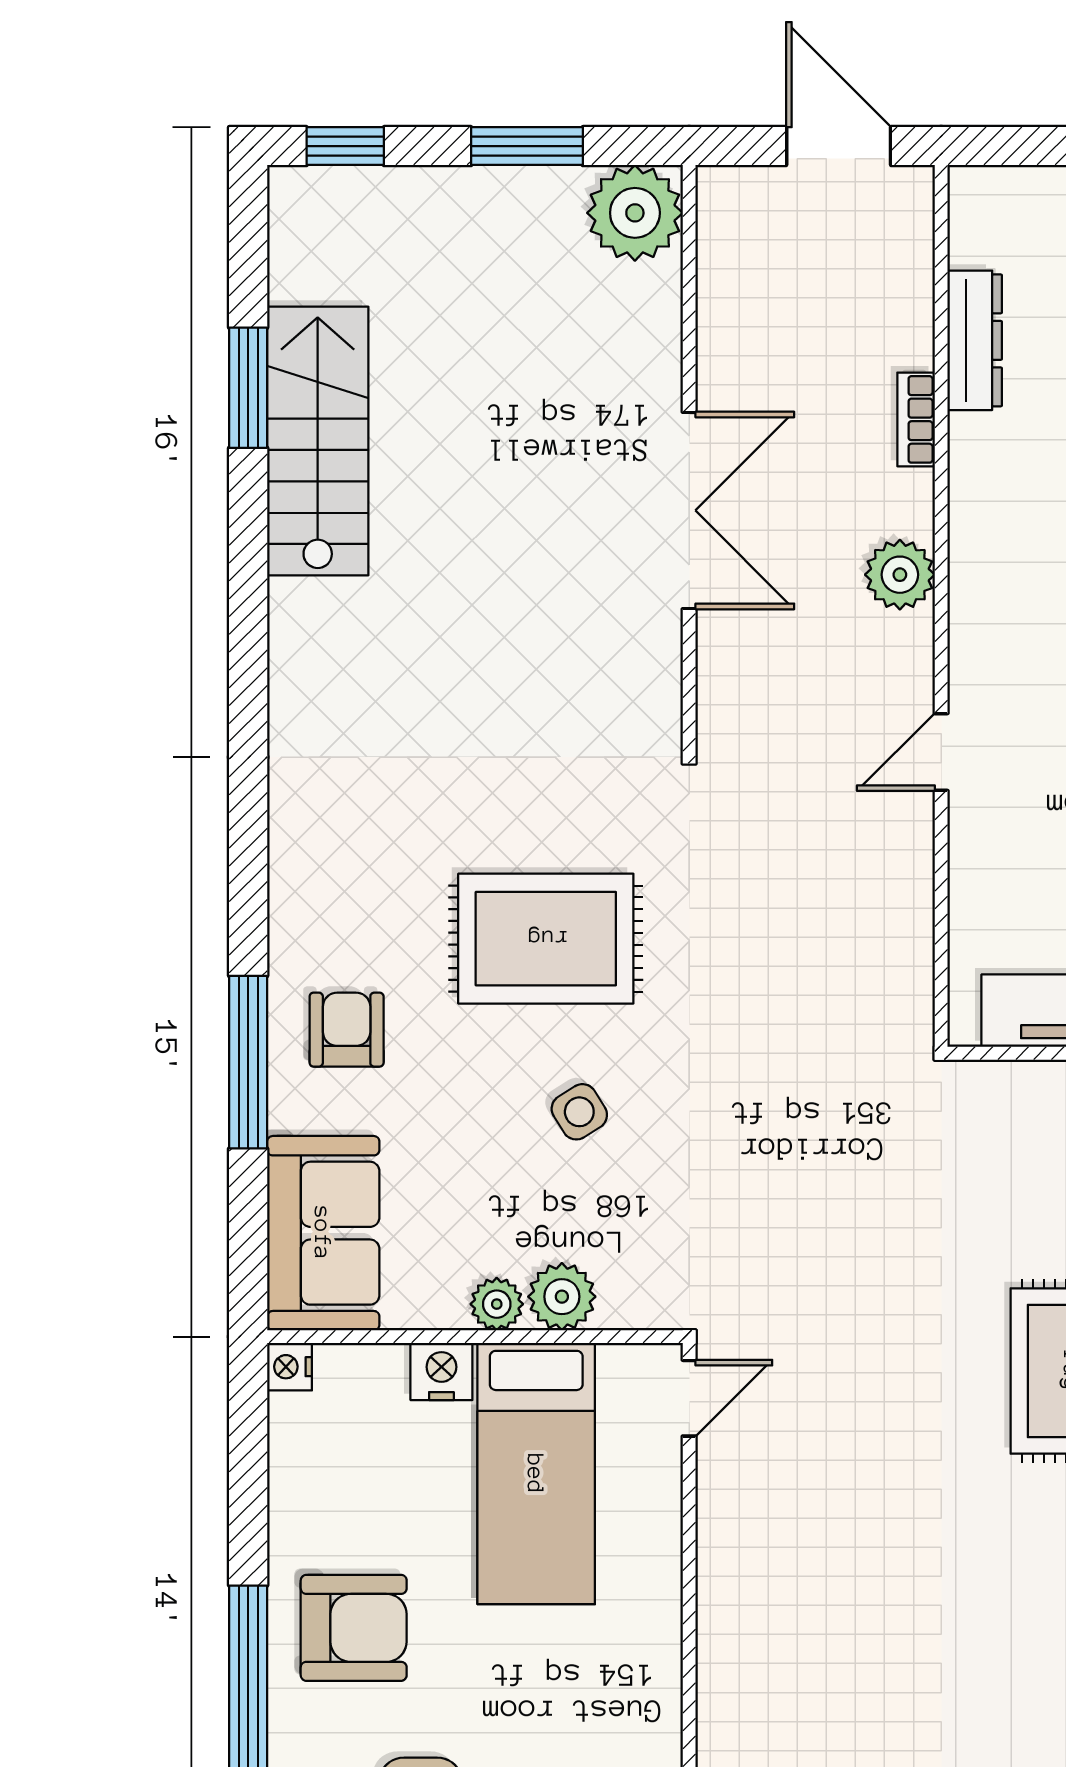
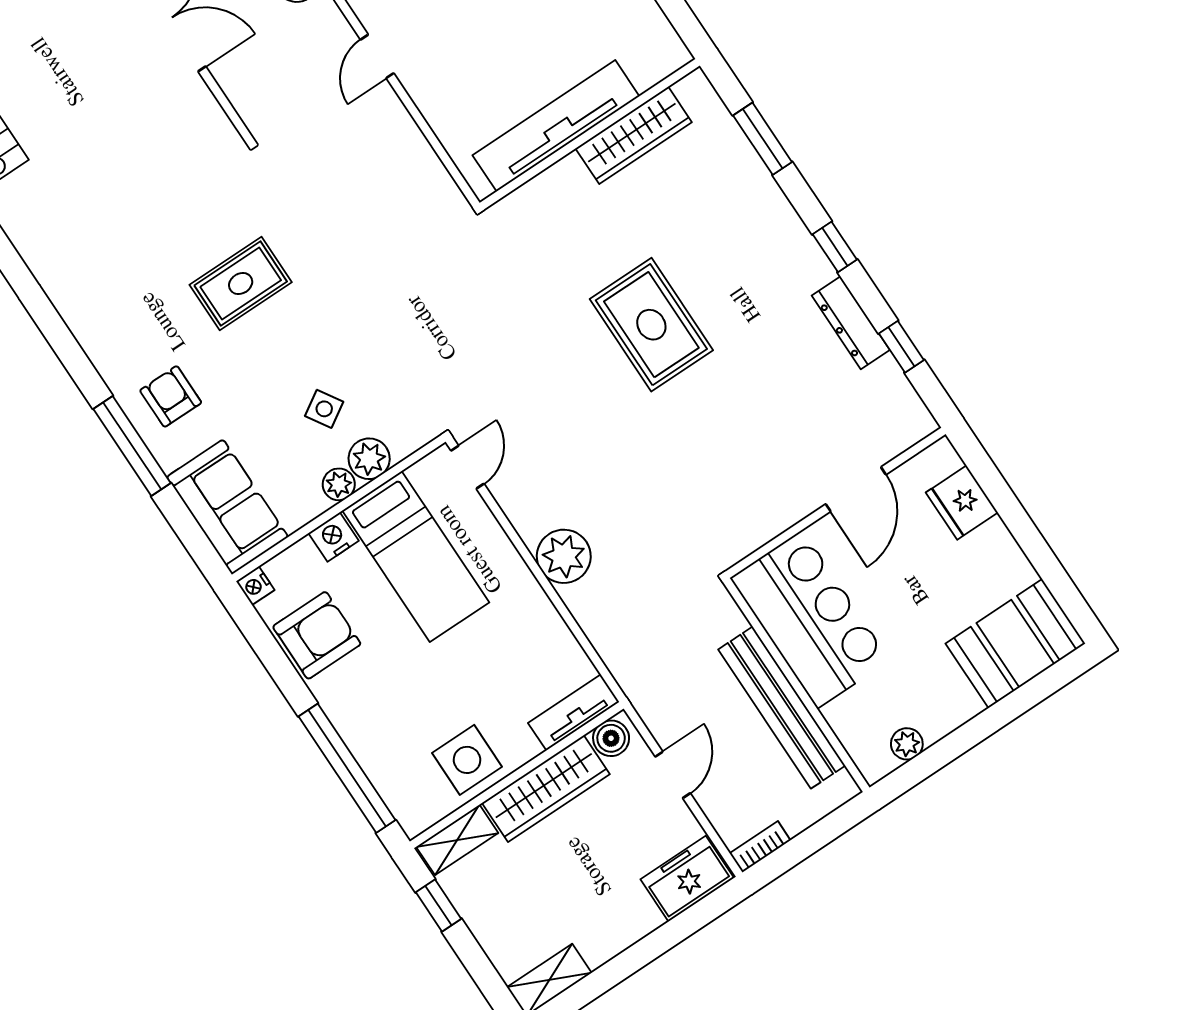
rug: (546, 939) -> (241, 284), width x0.73, depth x0.70
side table: (579, 1112) -> (324, 409), moved
plant: (740, 1609) -> (564, 556), added
armchair: (354, 1628) -> (317, 635), moved

